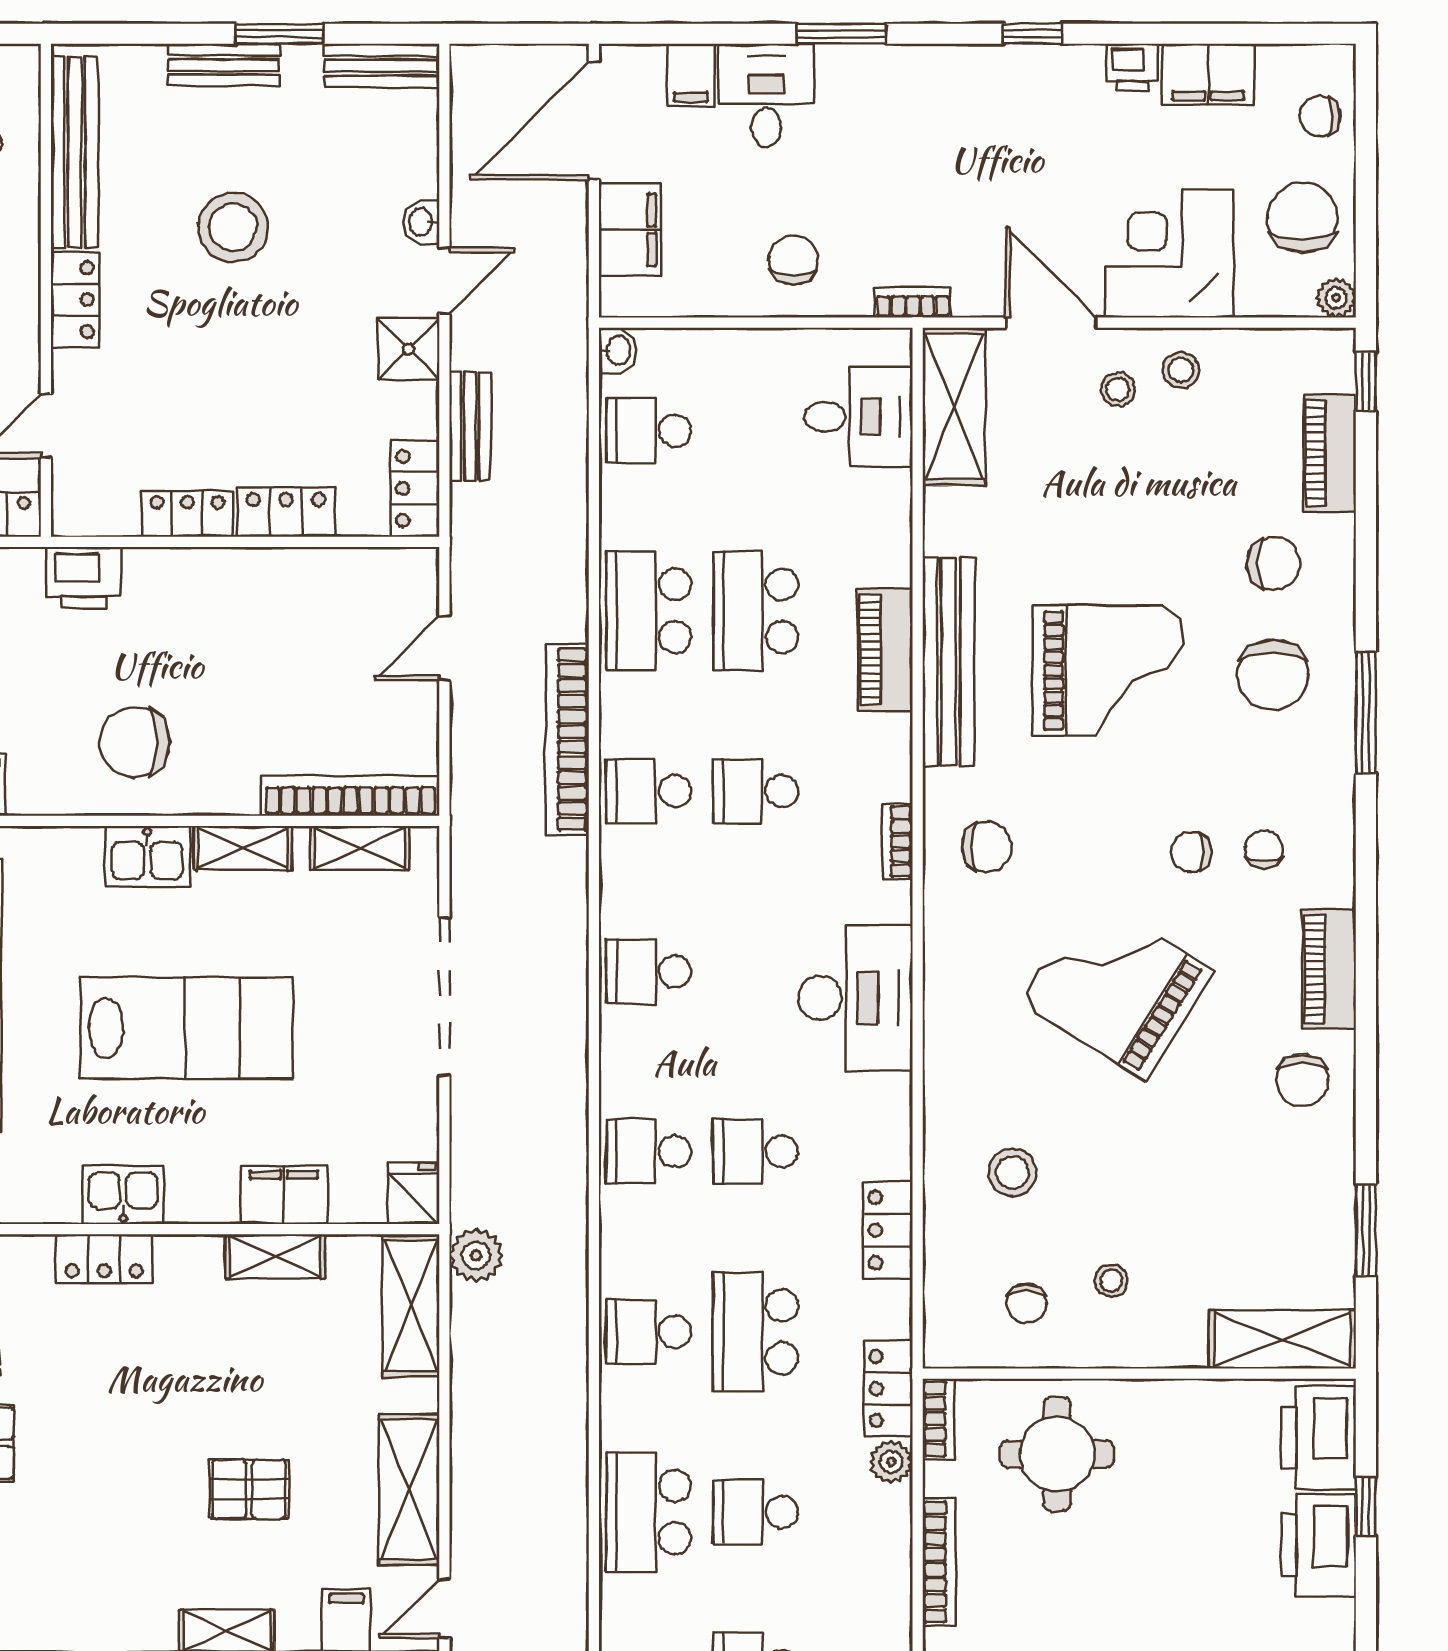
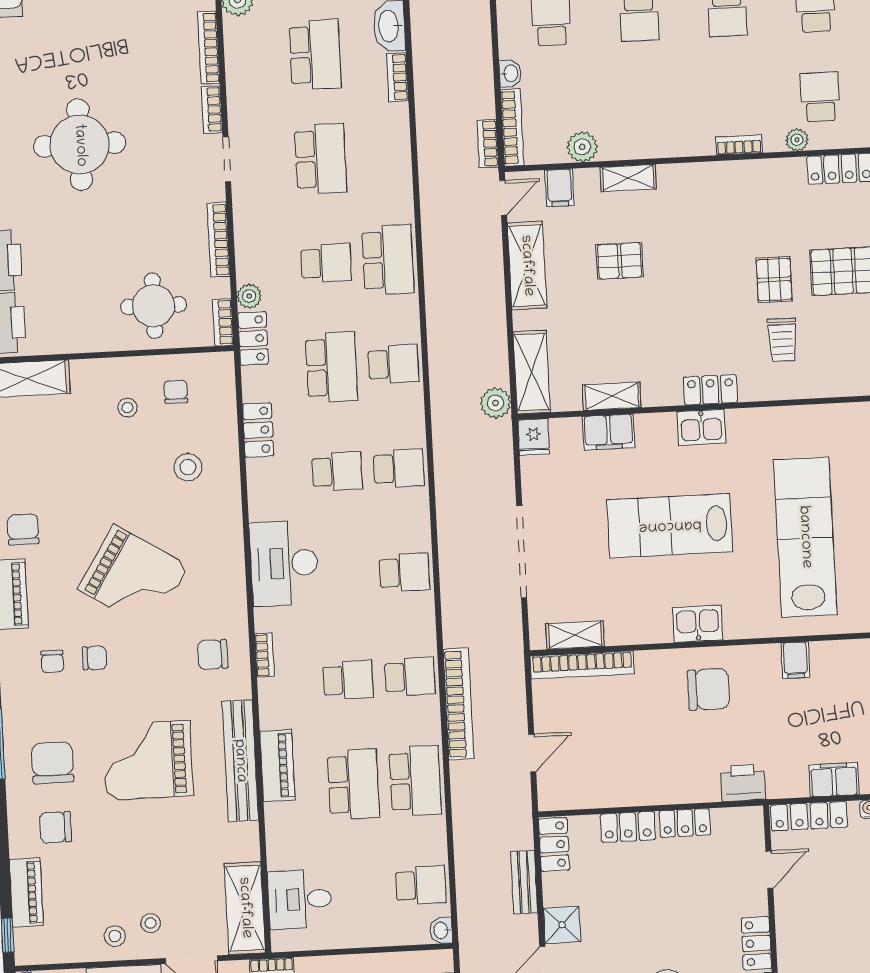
shelving: (243, 848) -> (643, 631), removed

